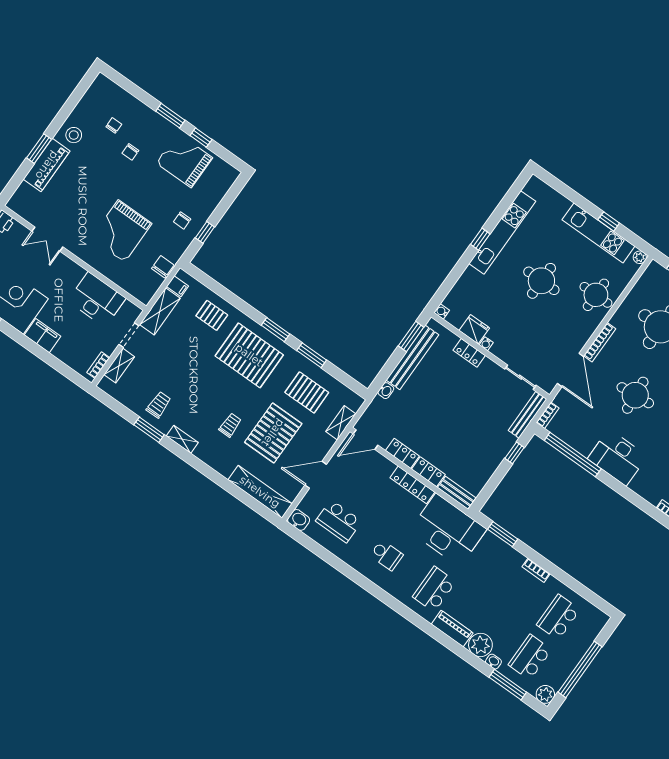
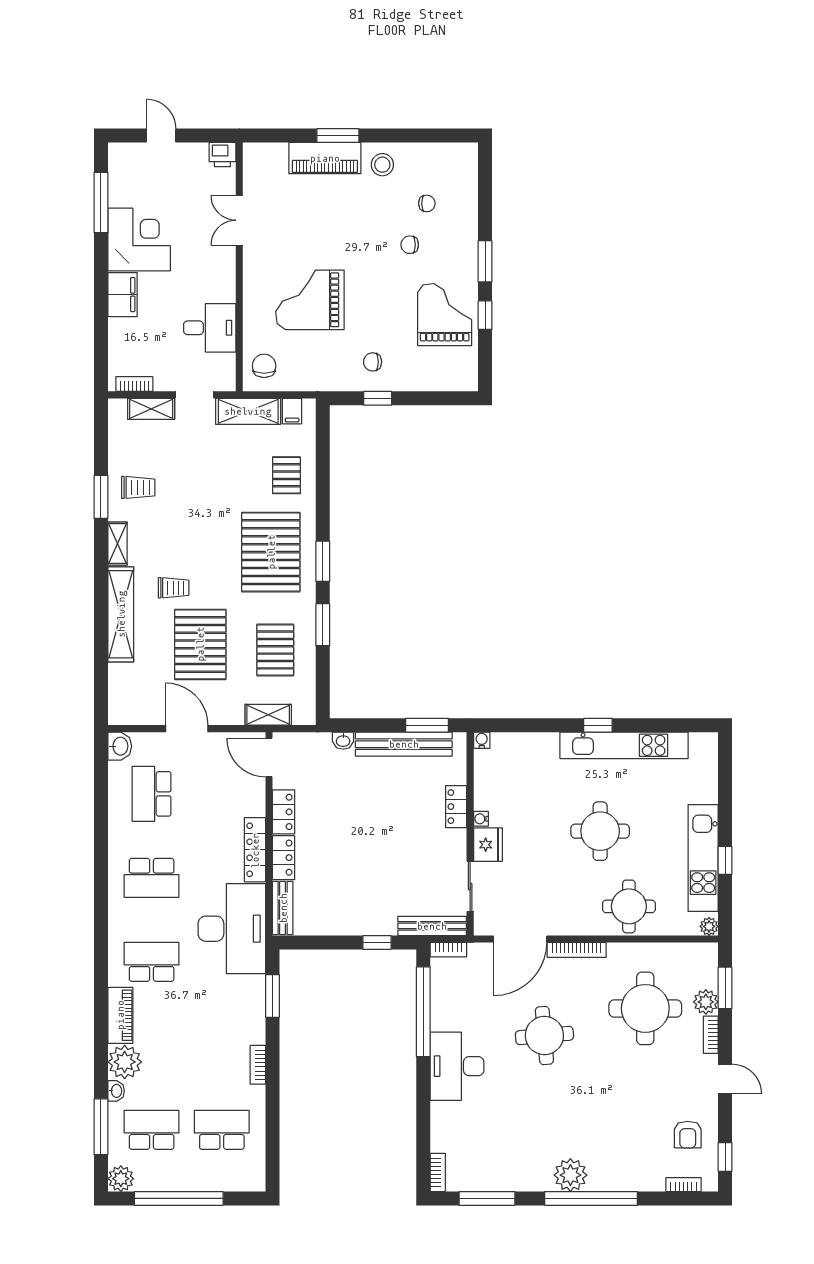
chair: (163, 267) -> (264, 366), moved, turned -90
desk: (97, 299) -> (210, 328), width x0.73
fridge: (474, 329) -> (488, 845), moved
pallet: (273, 433) -> (200, 644), turned 90
shelving: (260, 492) -> (121, 614), moved
school desk: (386, 555) -> (152, 878), width x1.85

